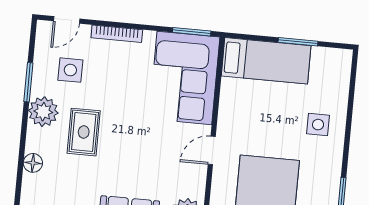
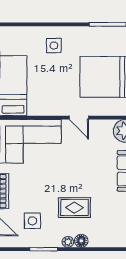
plant: (43, 112) -> (68, 242), width x0.53, depth x0.53
floor lamp: (33, 163) -> (81, 241), moved

